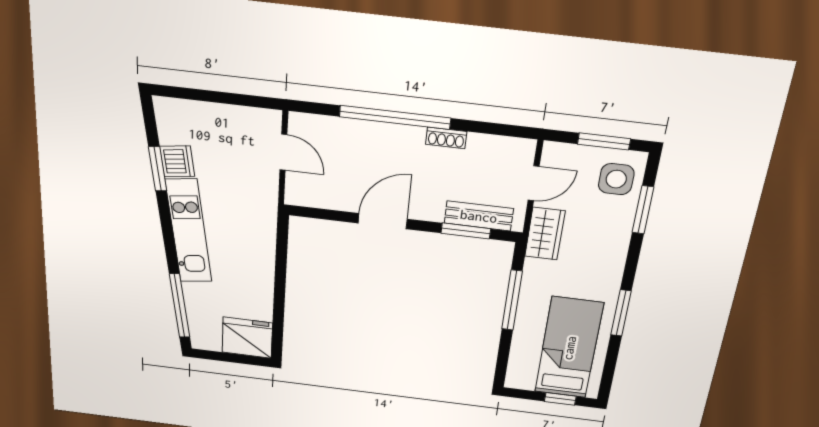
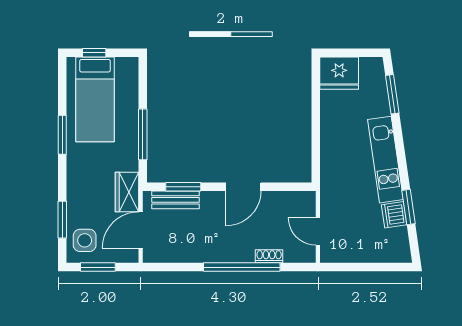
shoe rack: (446, 138) -> (269, 256), moved
door: (534, 183) -> (141, 230), width x1.38
window: (180, 306) -> (392, 94), width x0.69

